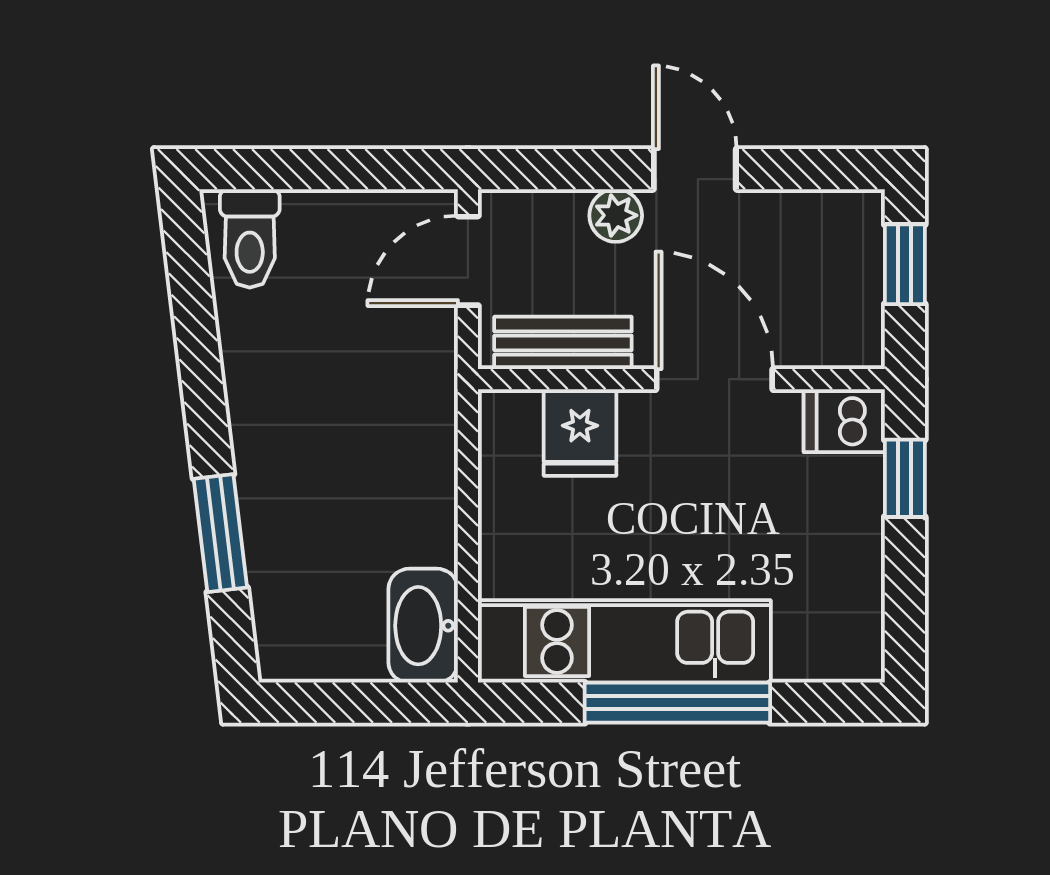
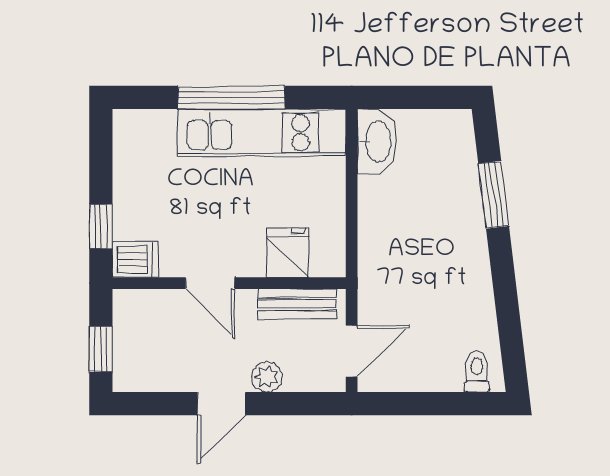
door: (695, 169) -> (221, 404), hinge flipped
toilet: (250, 238) -> (477, 372), width x0.73, depth x0.72
door: (714, 379) -> (210, 283), width x0.73

